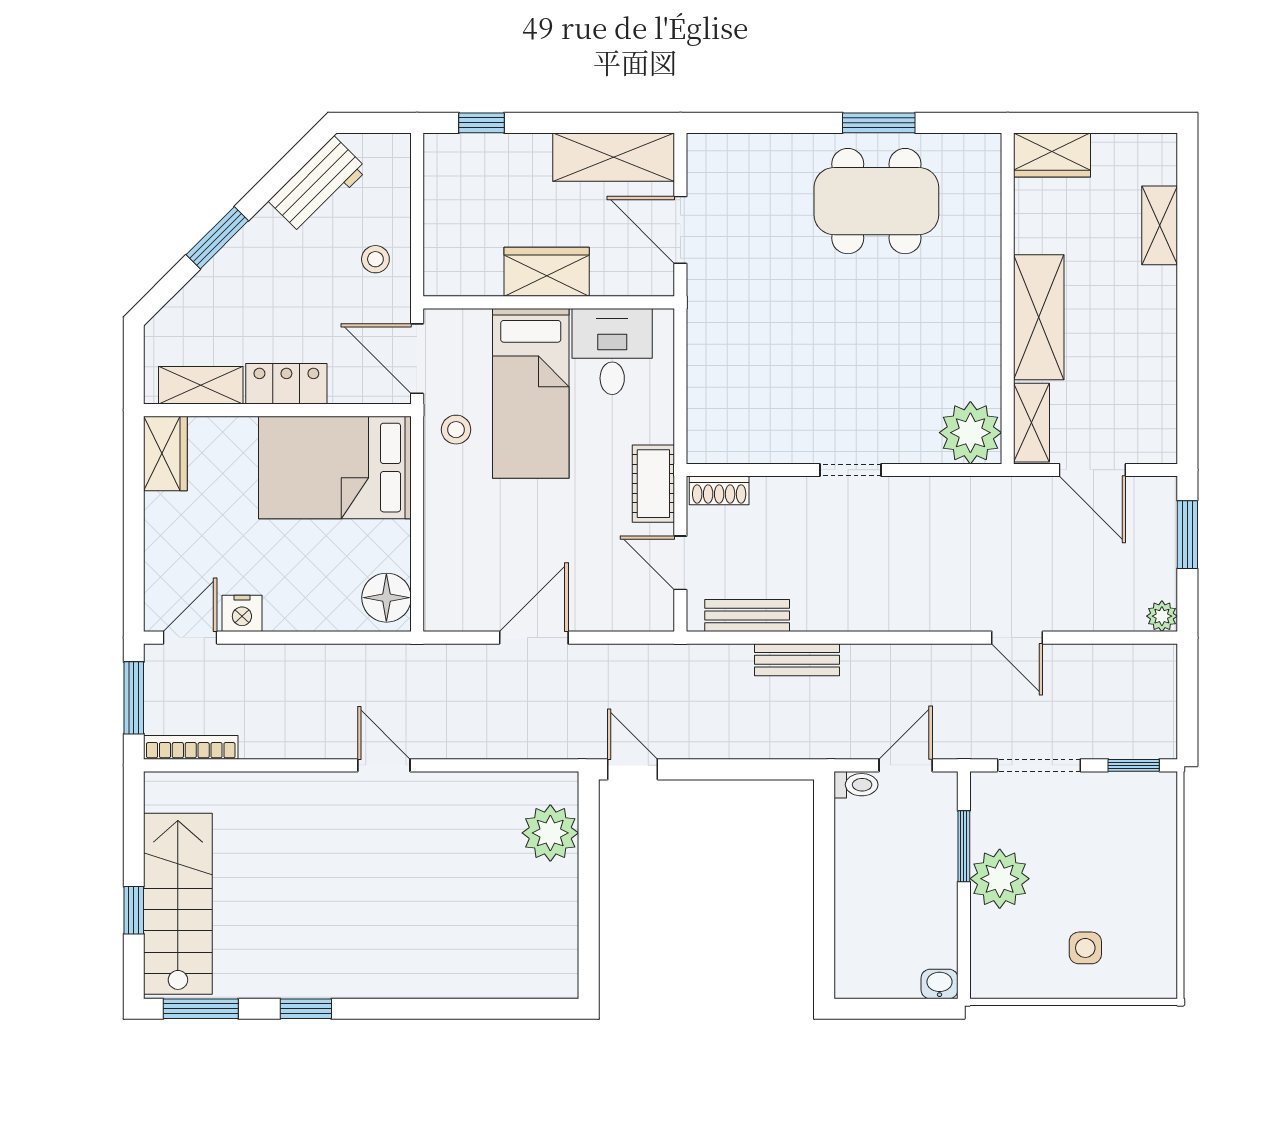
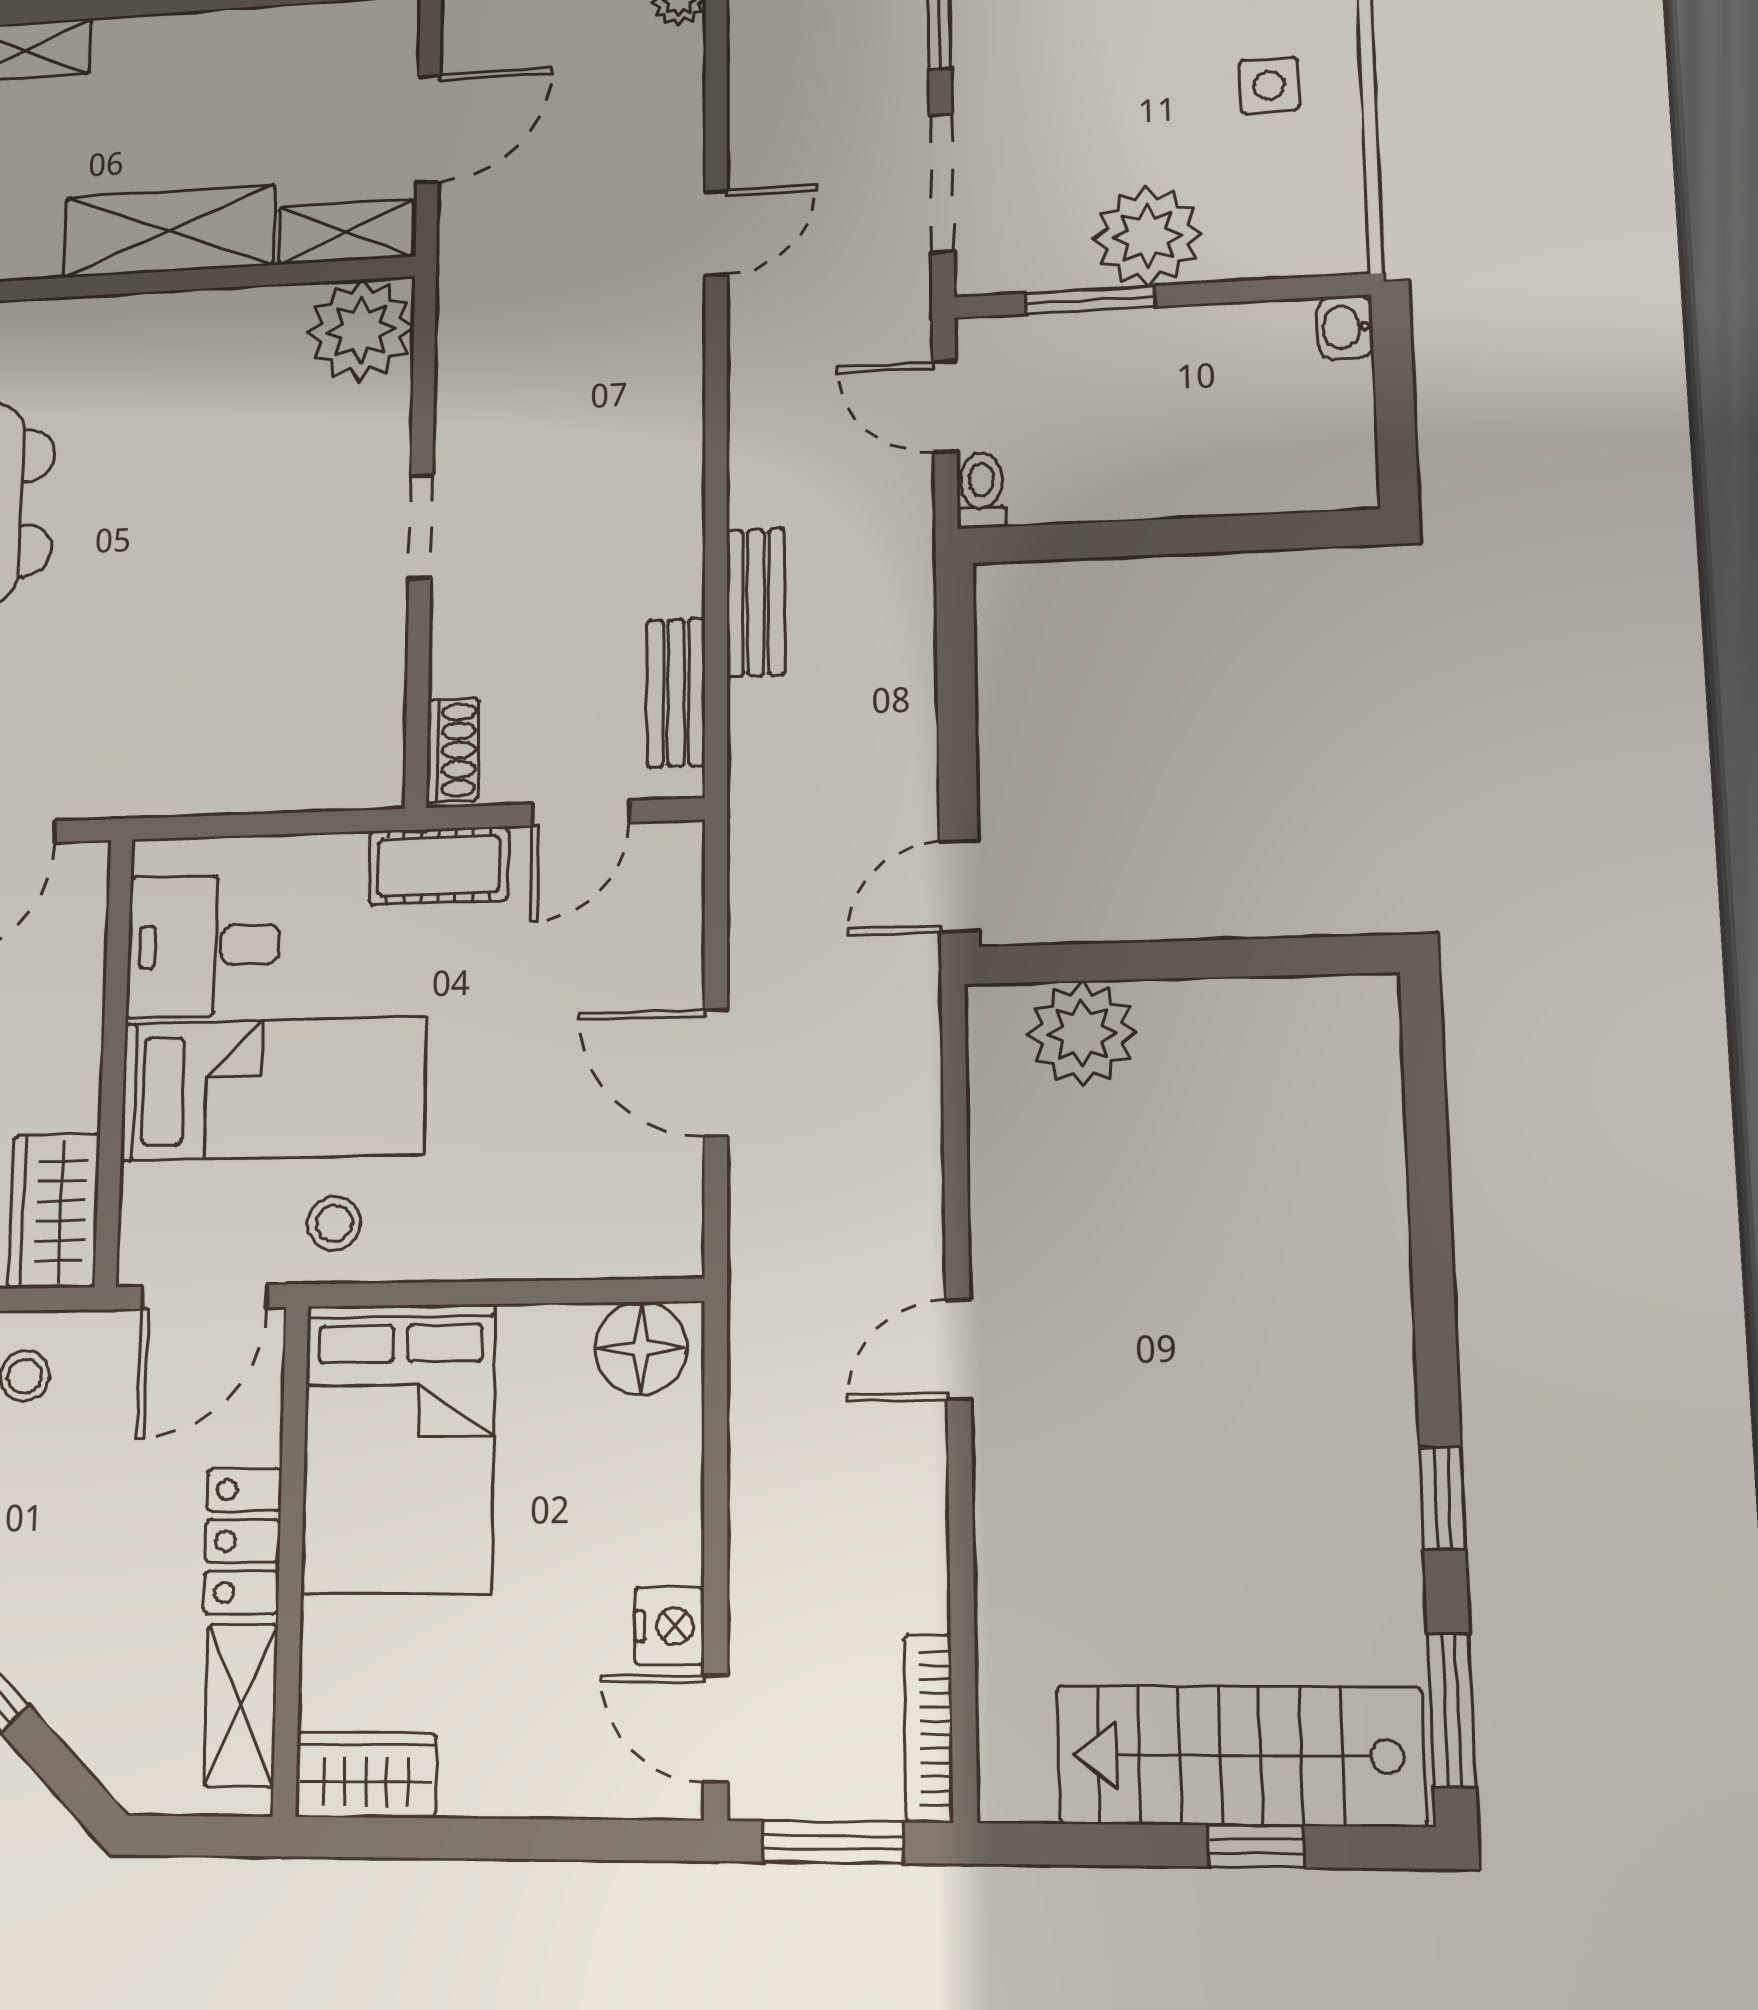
wardrobe: (547, 272) -> (54, 1211), moved

